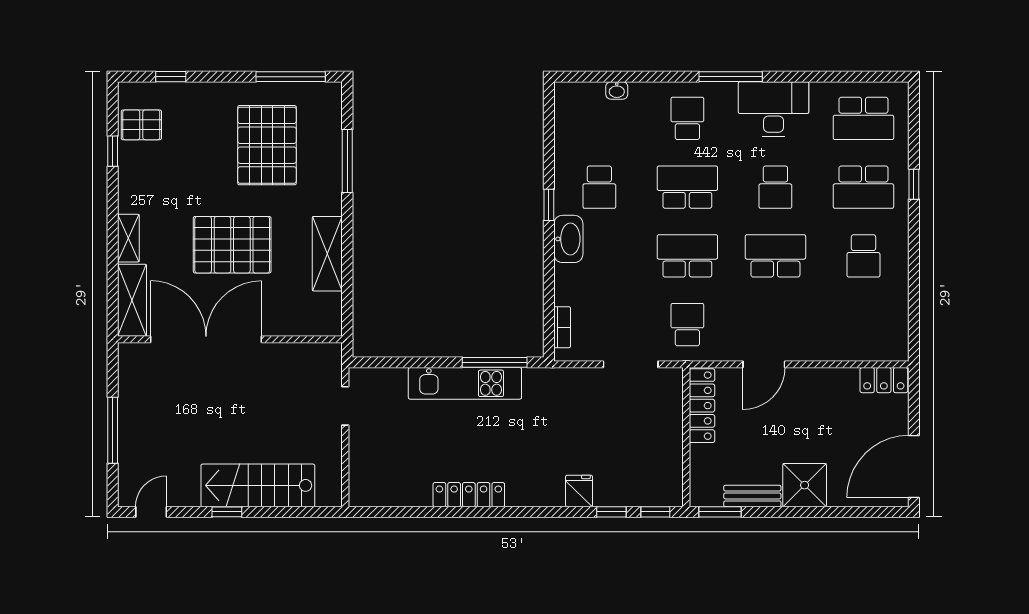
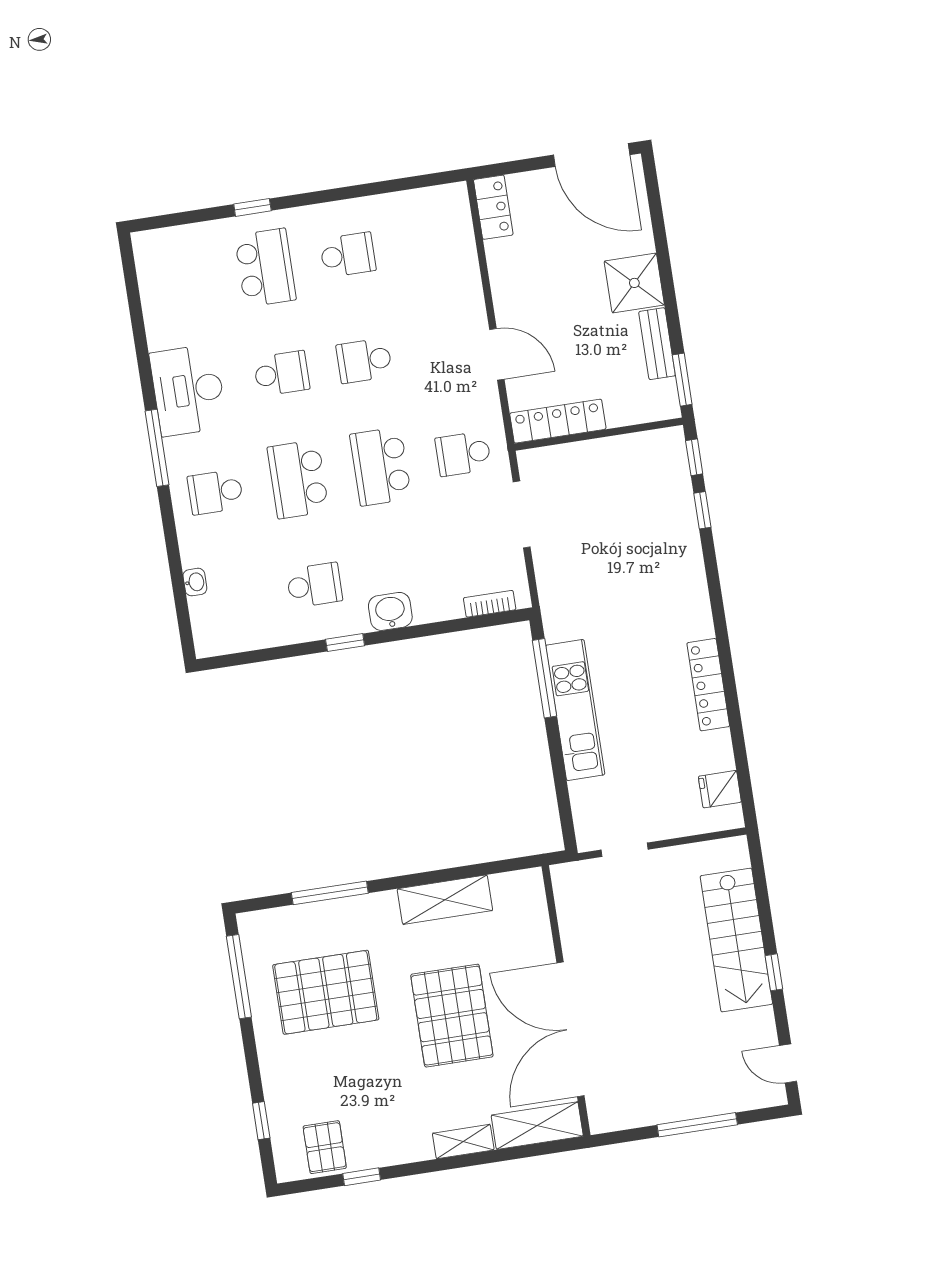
school desk: (863, 118) -> (183, 280), removed
washbasin: (568, 239) -> (390, 611), width x0.72
school desk: (775, 256) -> (364, 361), width x0.54
fridge: (579, 491) -> (720, 789), moved

